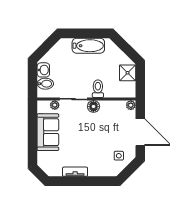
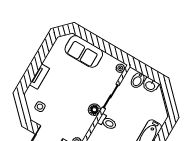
plant: (55, 105) -> (120, 68), moved
sofa: (48, 132) -> (84, 51), moved
tv unit: (75, 172) -> (39, 76), moved

